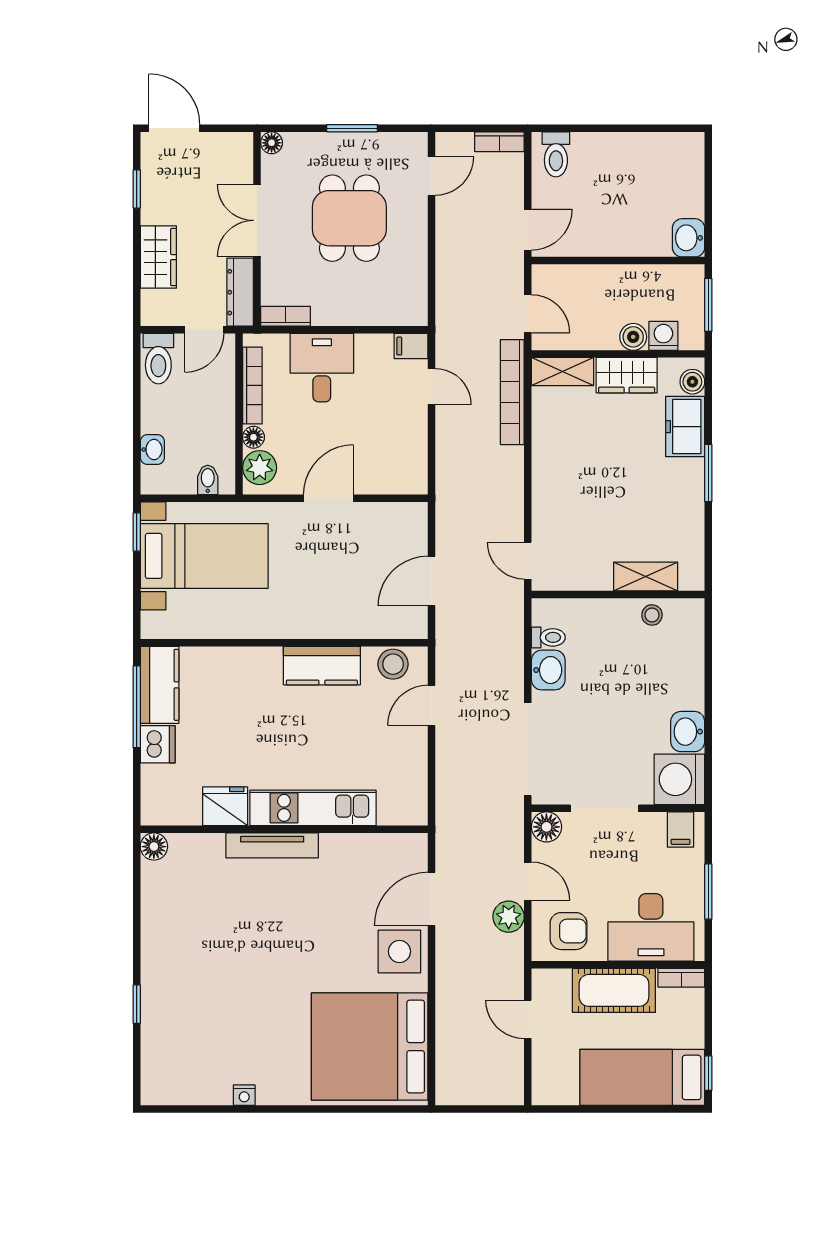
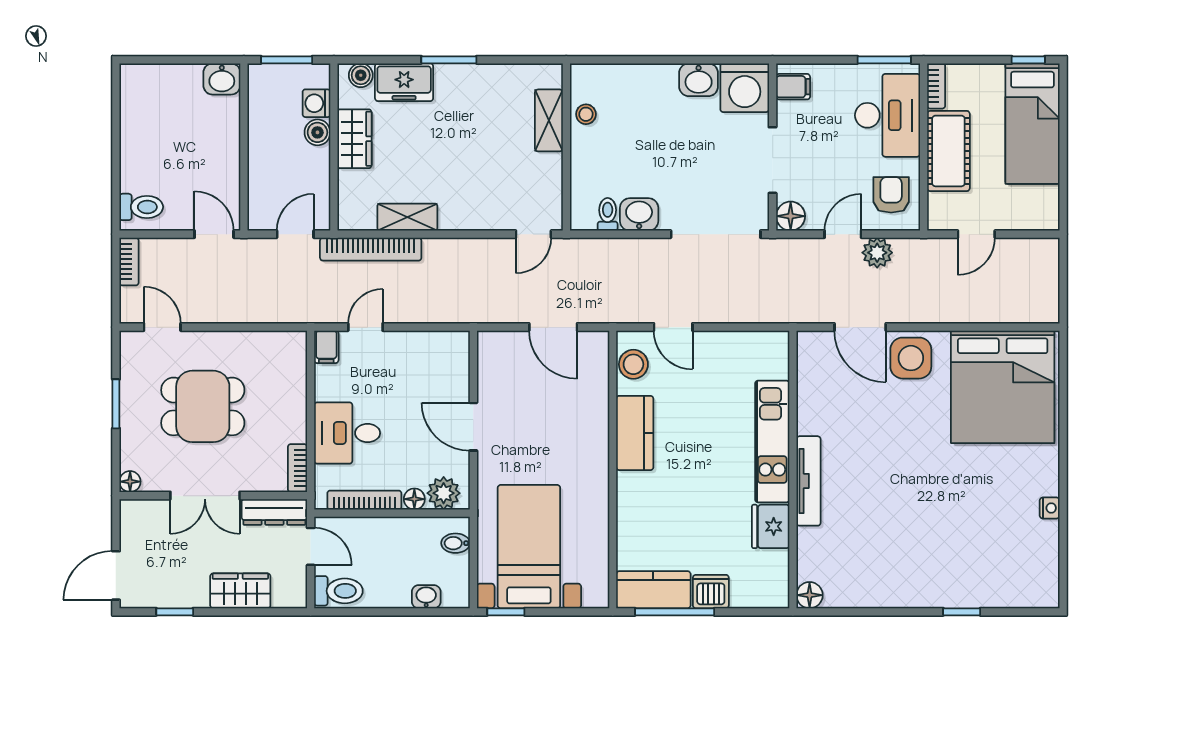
shelving: (563, 372) -> (407, 217), moved, turned 90
window: (708, 892) -> (884, 60), moved

